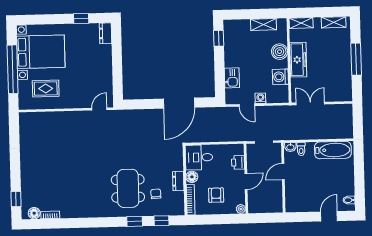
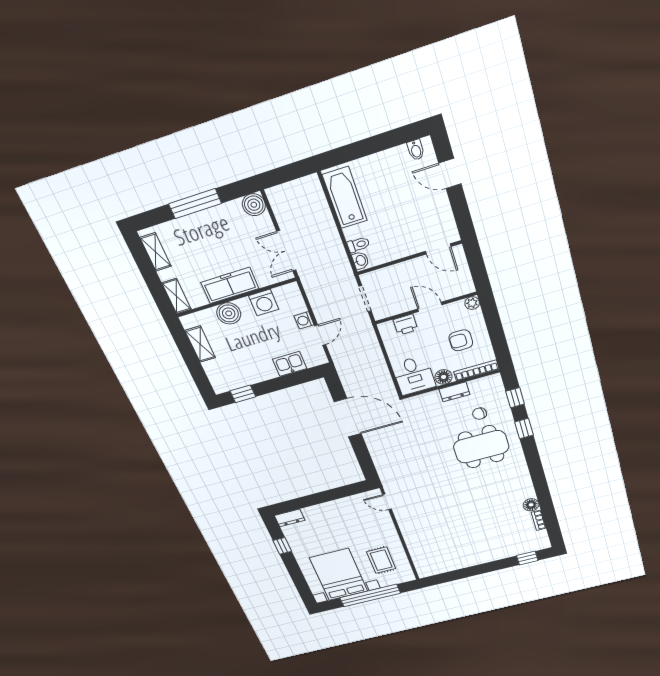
boiler: (345, 94) -> (254, 205), added
door: (283, 172) -> (438, 249), moved
floor lamp: (34, 213) -> (531, 505), moved

